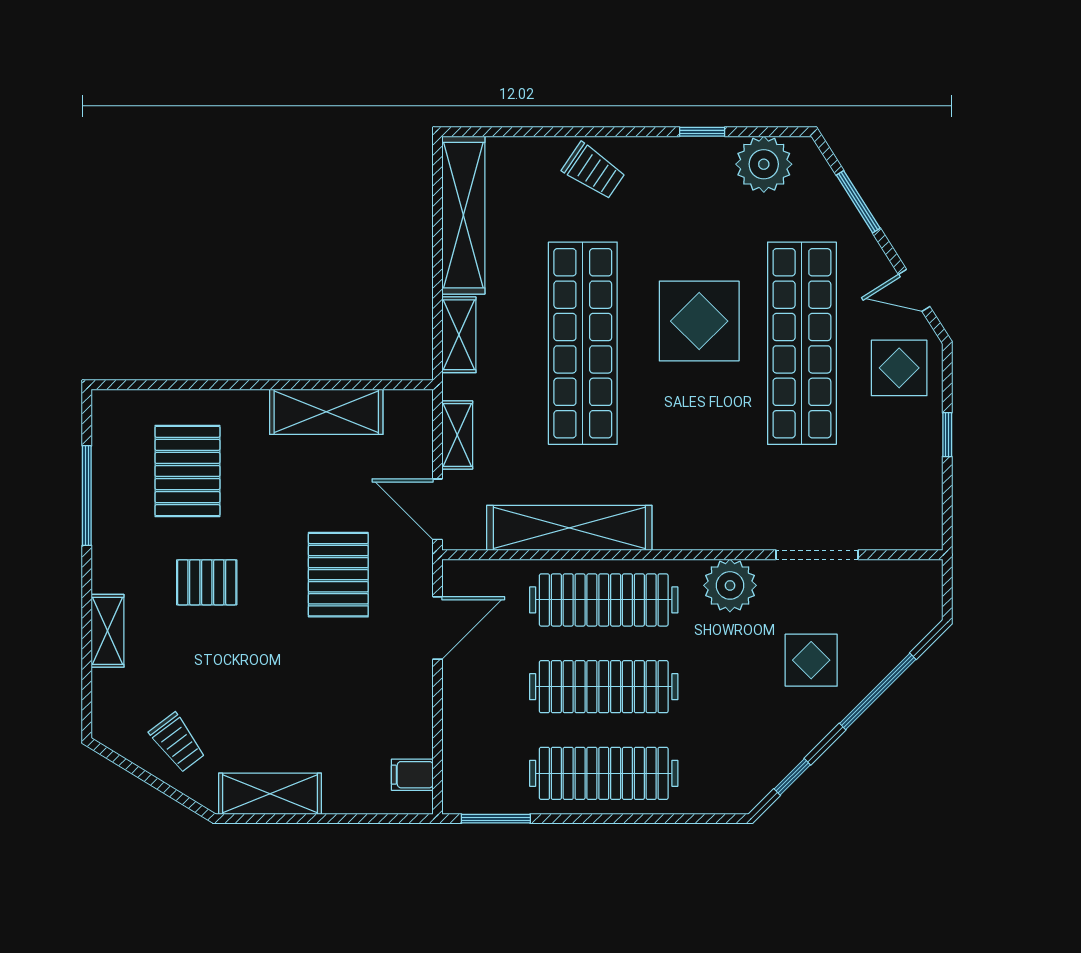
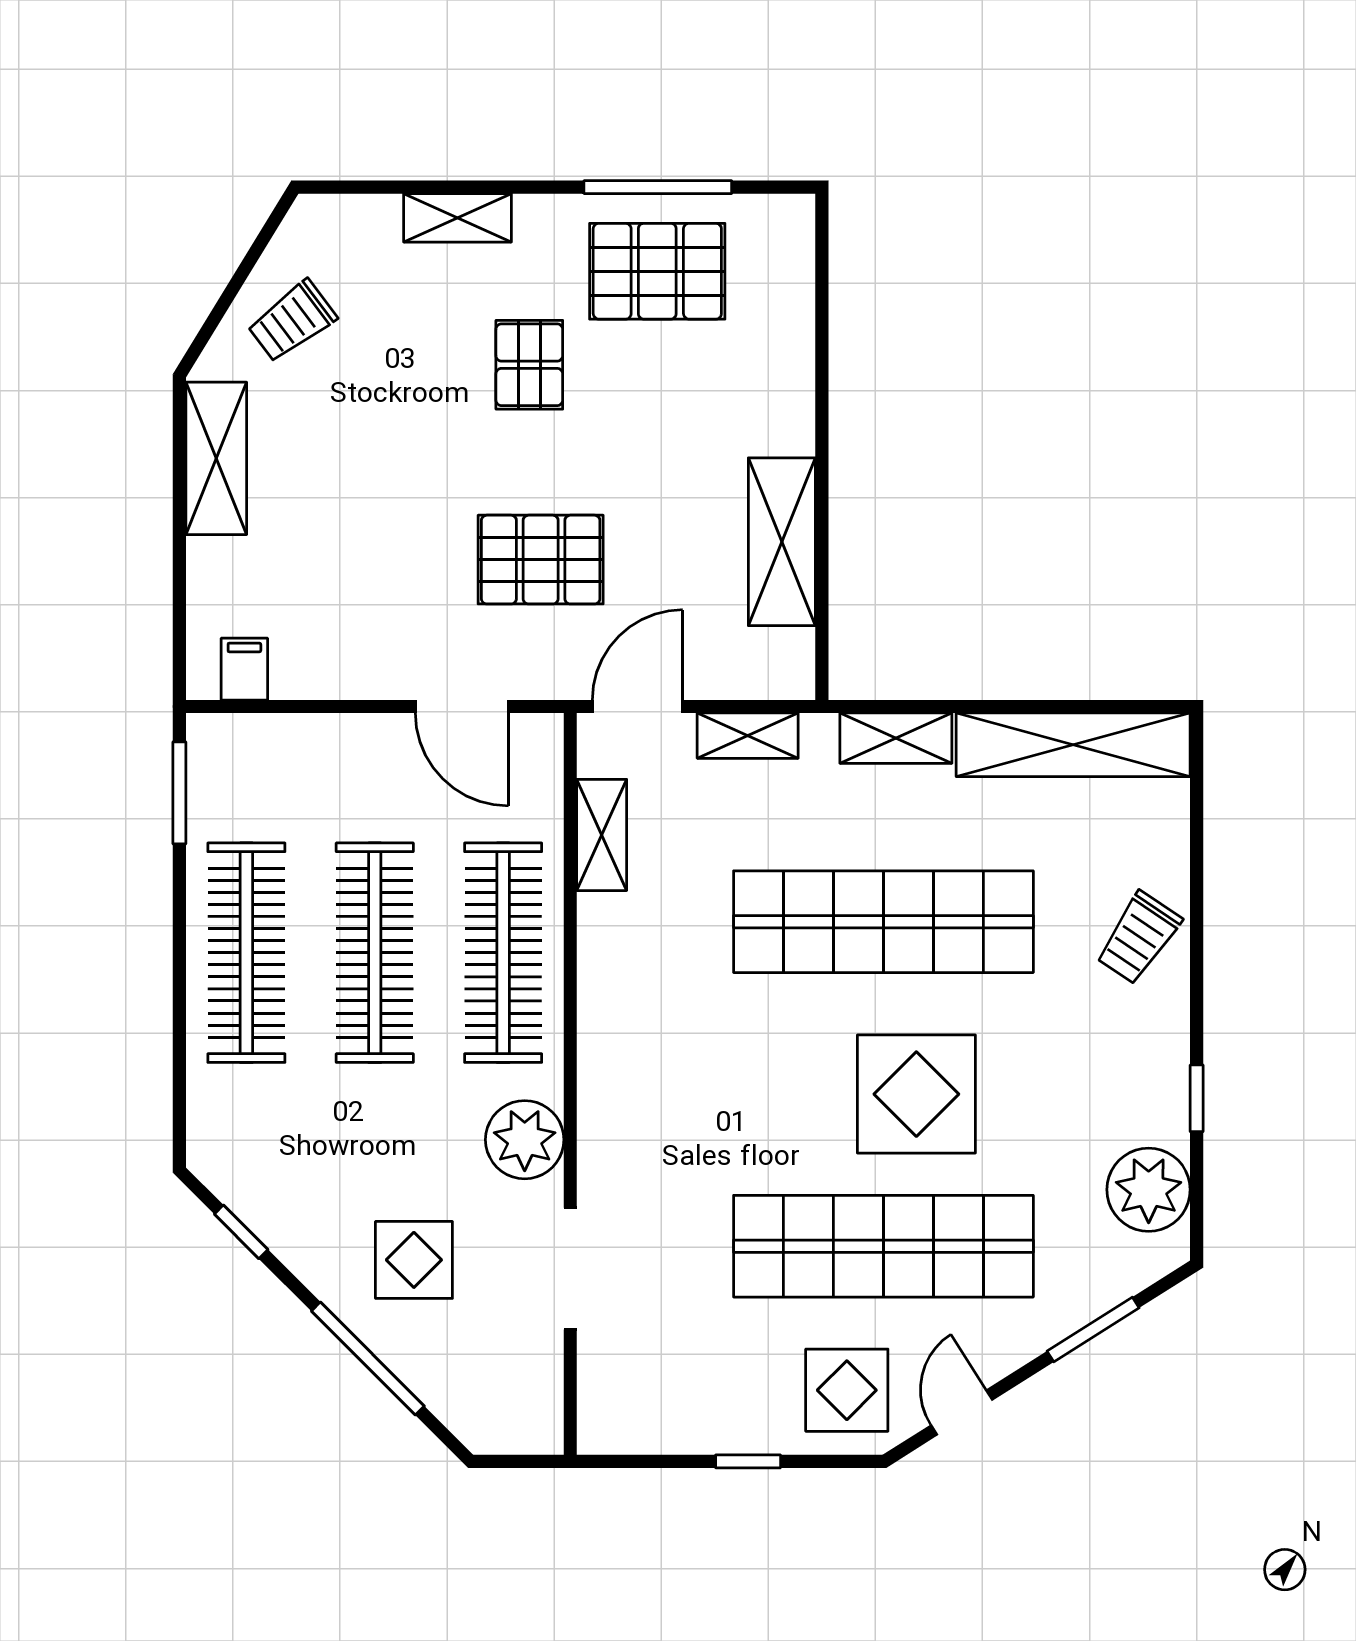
pallet: (187, 471) -> (657, 271), moved
shelving: (569, 528) -> (602, 835), width x0.45, depth x0.75

